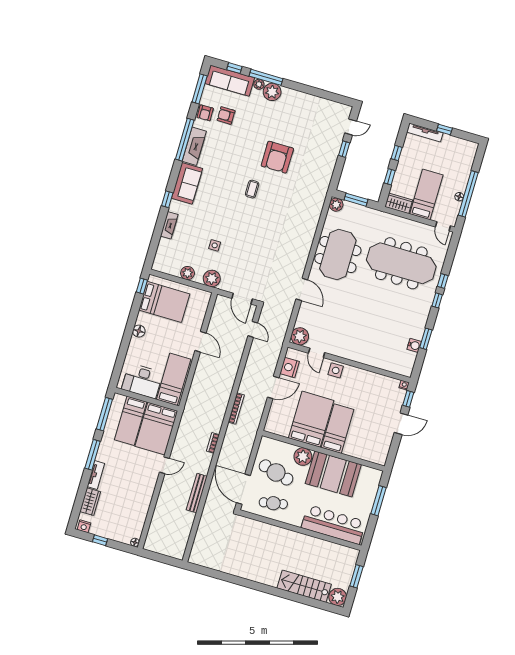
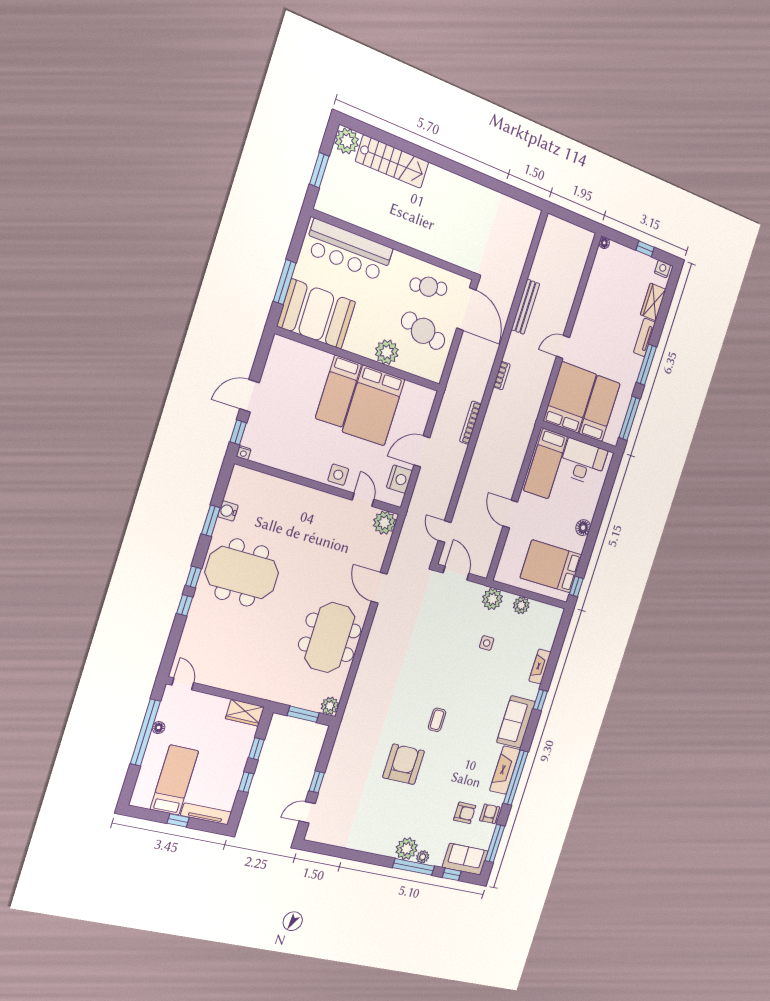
sofa: (230, 81) -> (465, 859), width x0.73
bed: (426, 195) -> (174, 780), moved, turned 180
meeting table: (401, 263) -> (242, 573), moved, width x0.73
booth: (333, 474) -> (316, 314), moved

